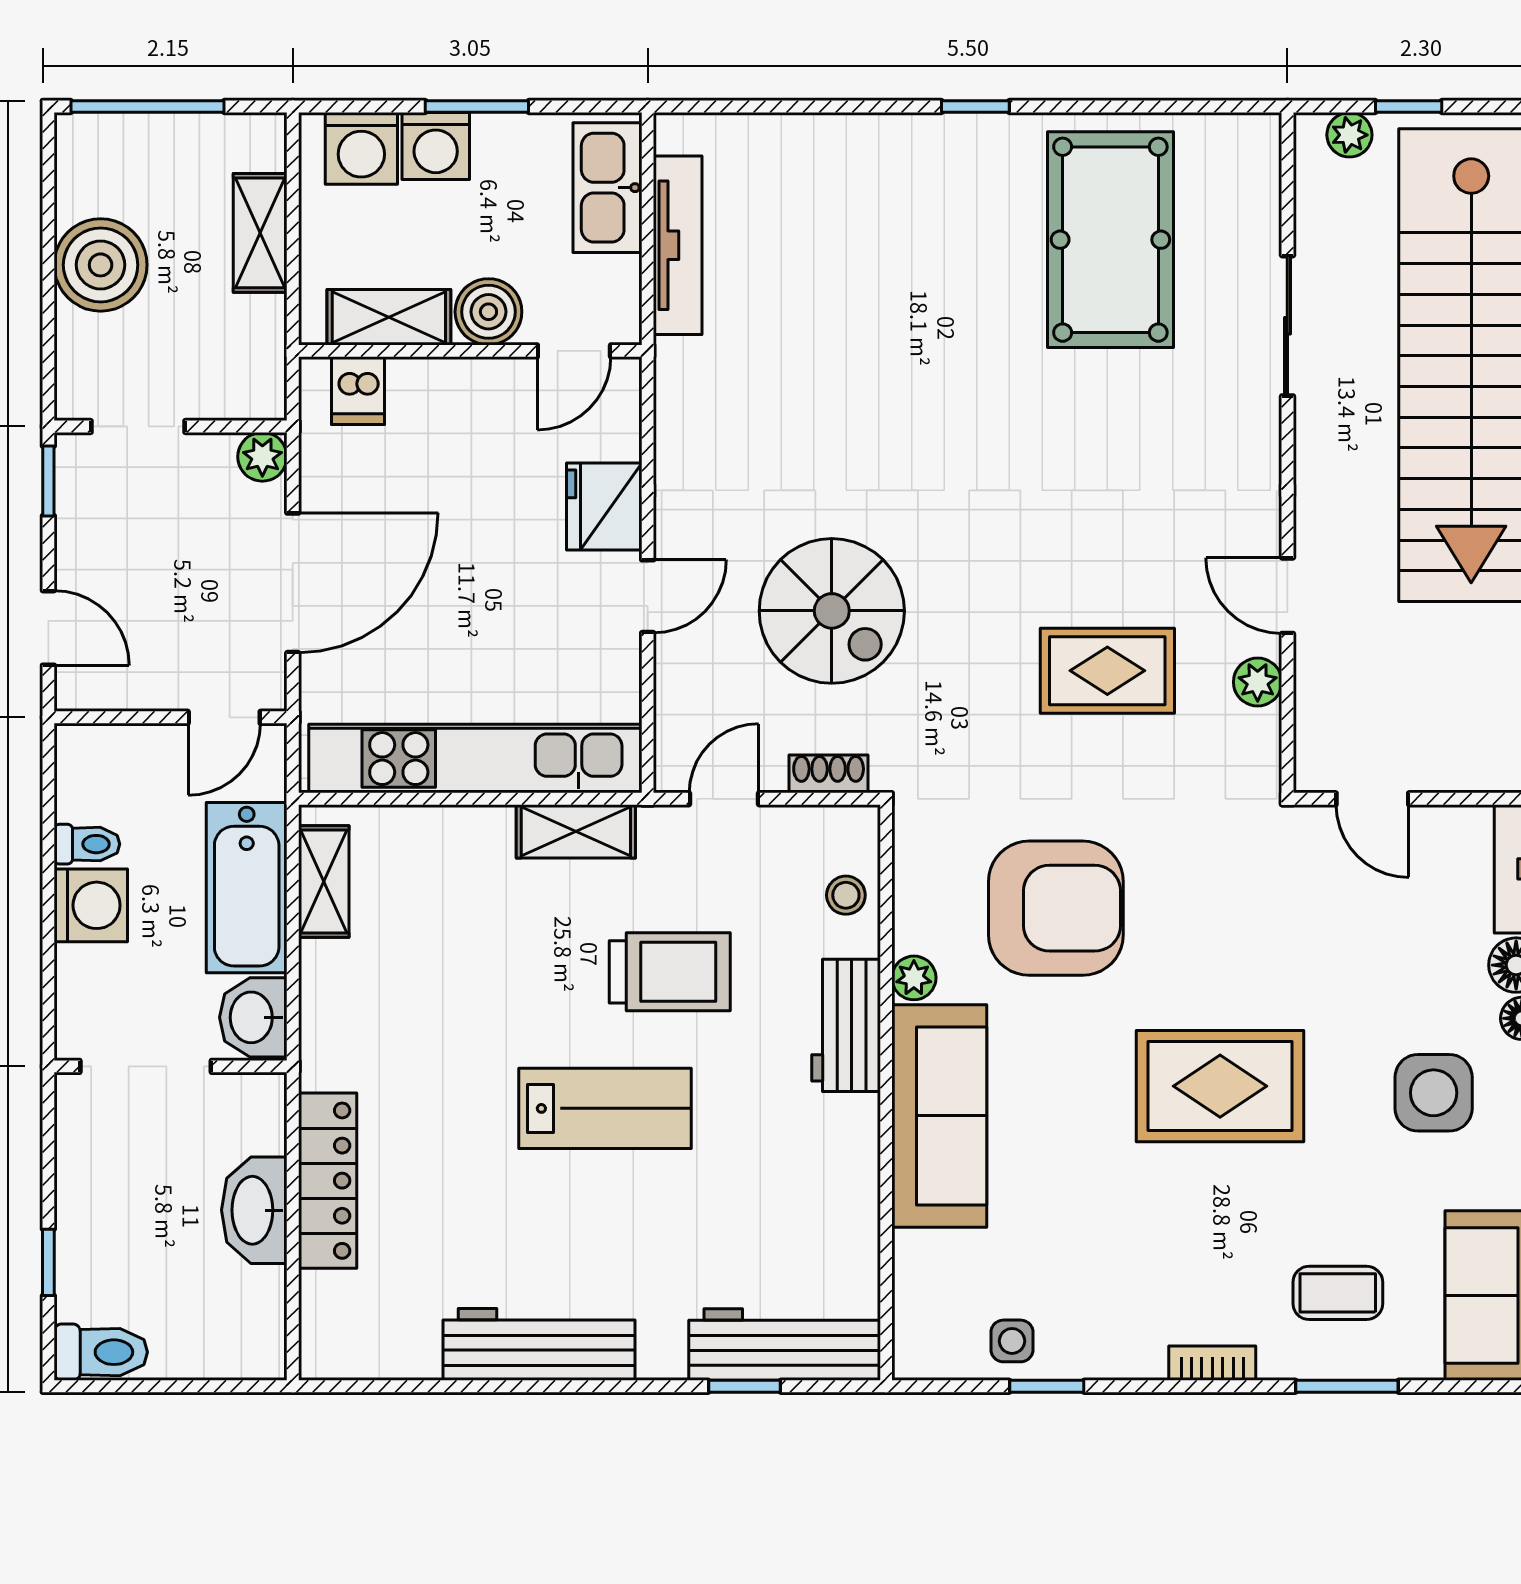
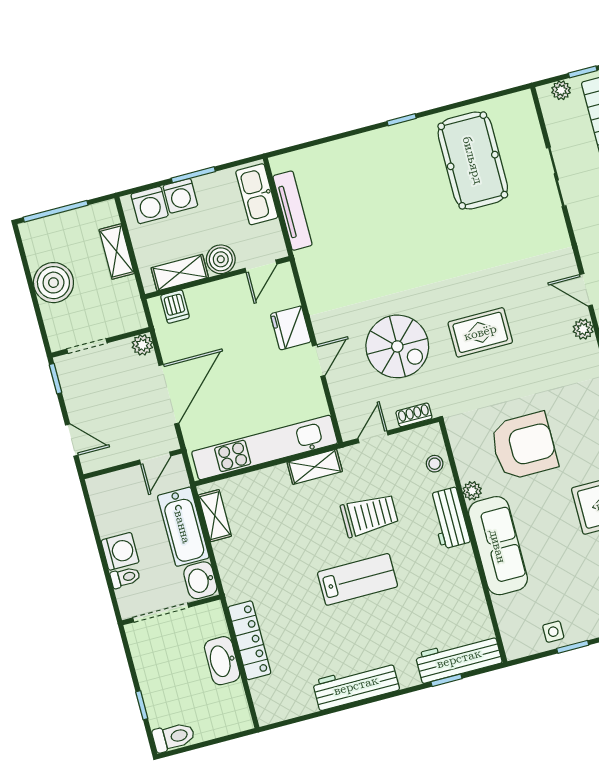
rug: (1107, 671) -> (480, 332), moved
toilet: (87, 844) -> (125, 577), moved

